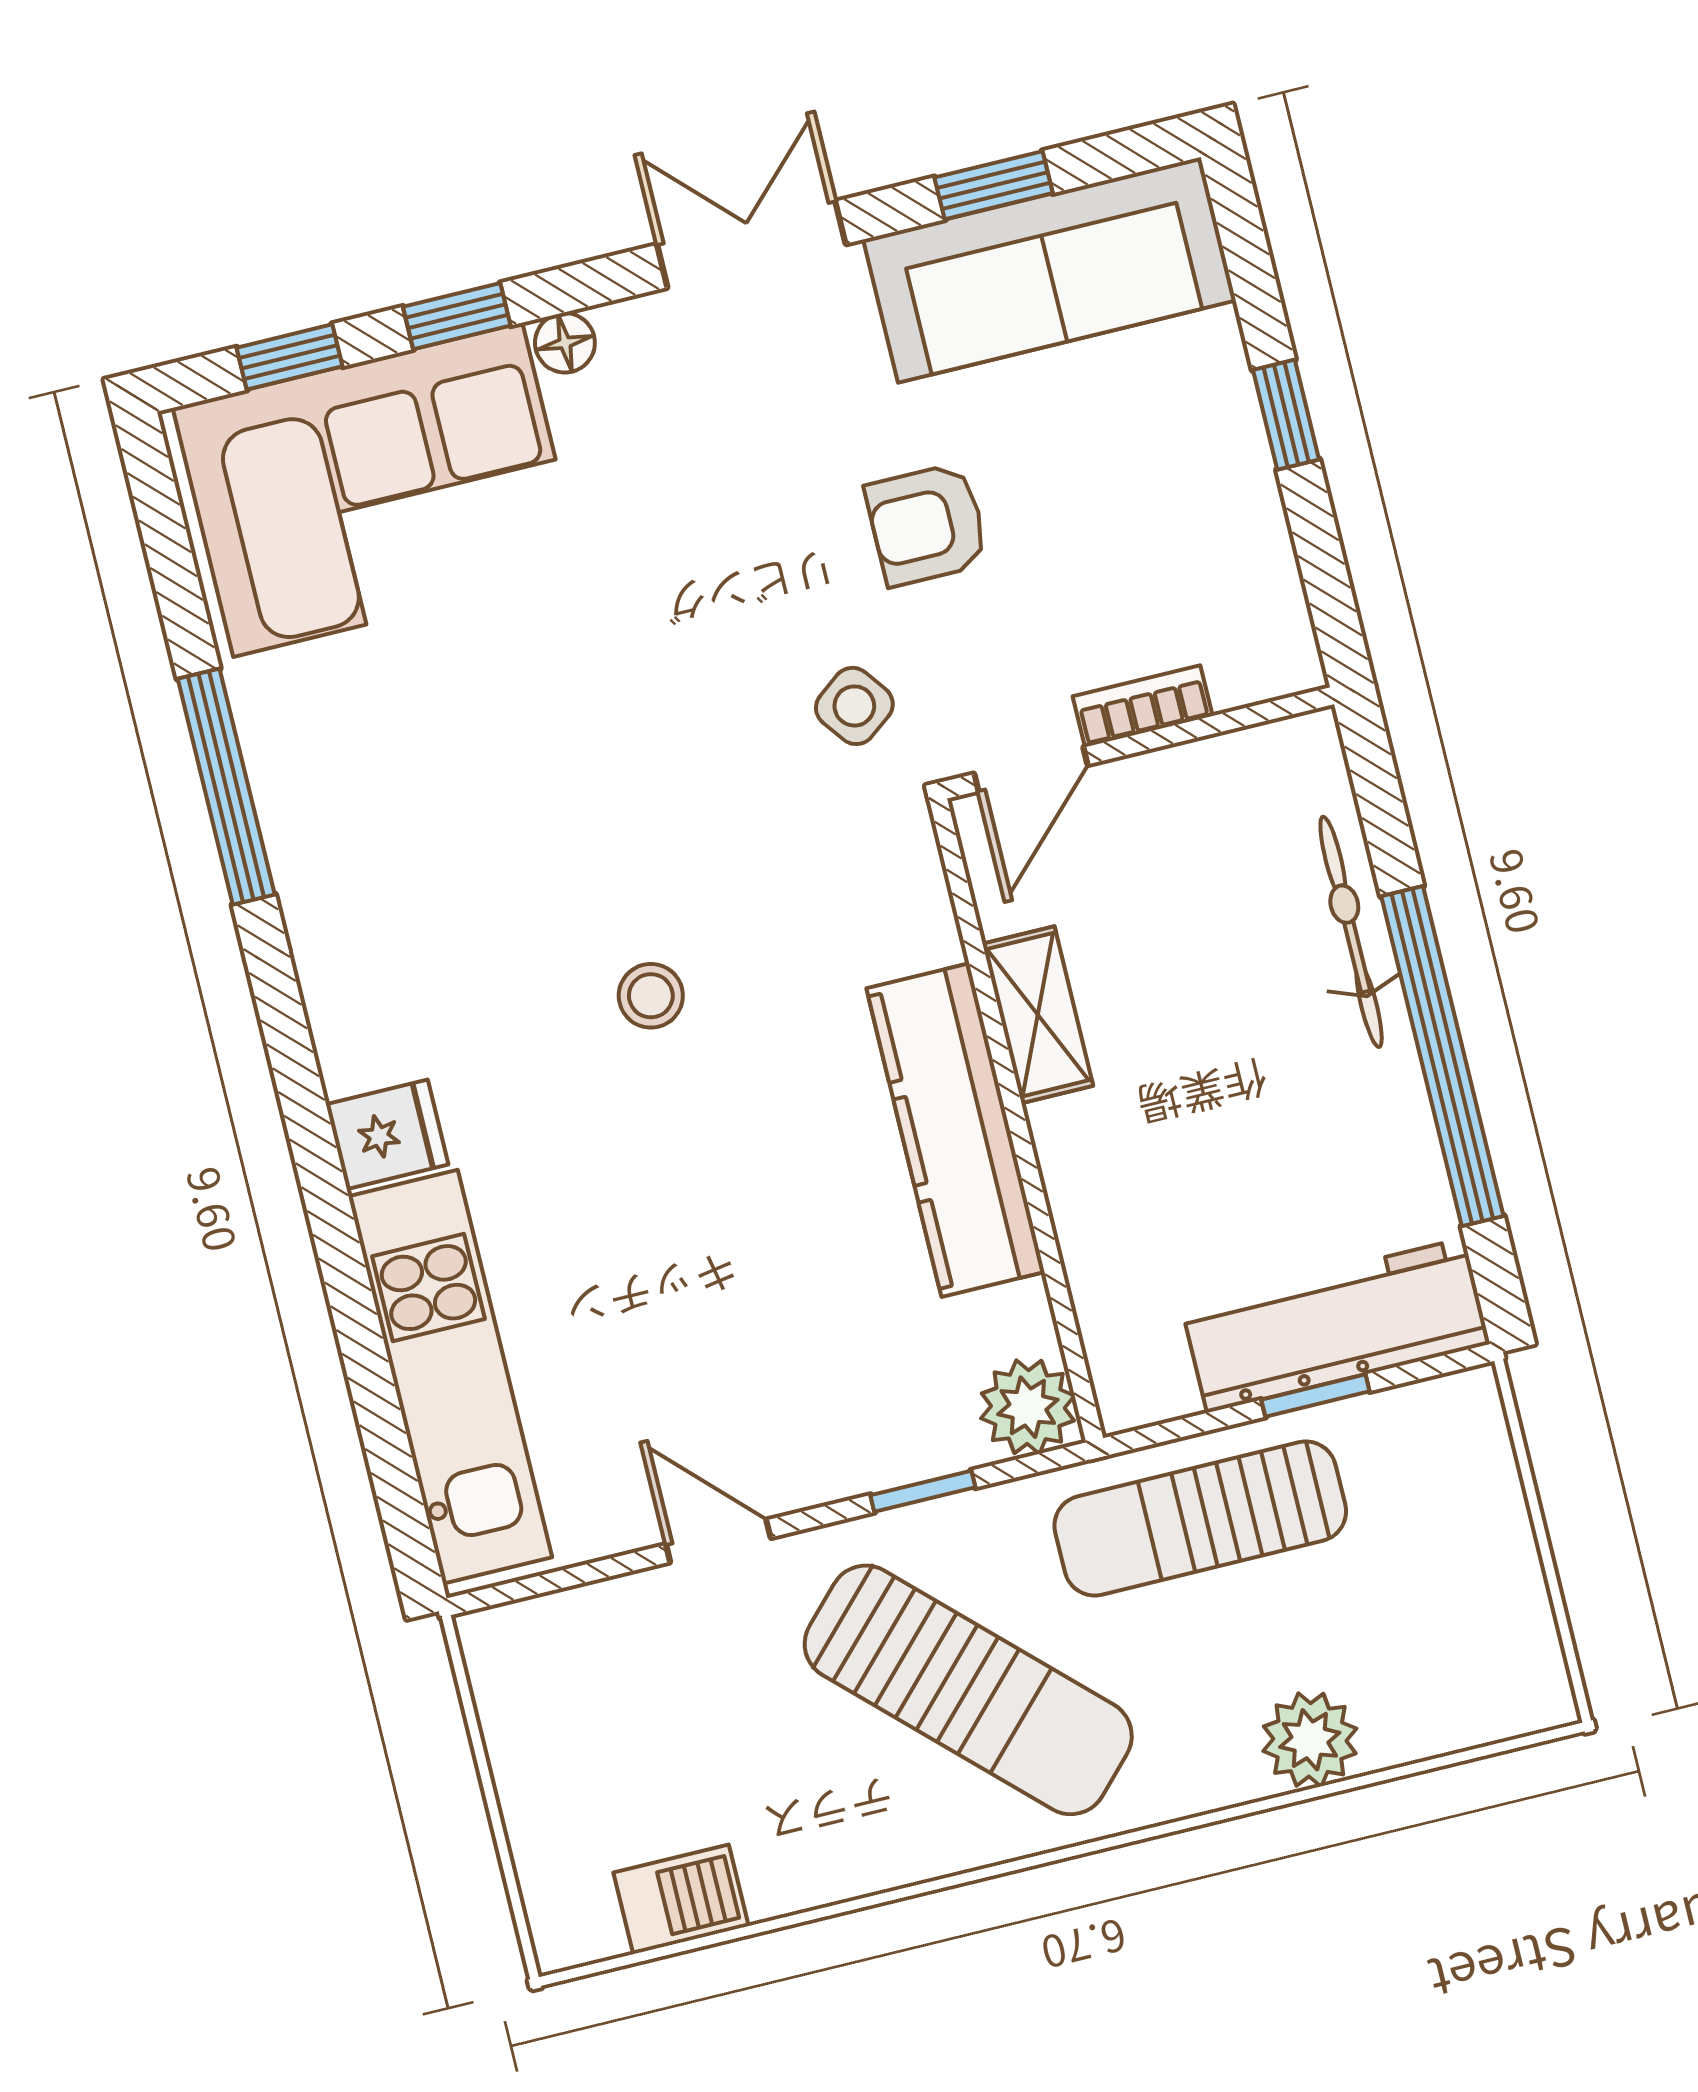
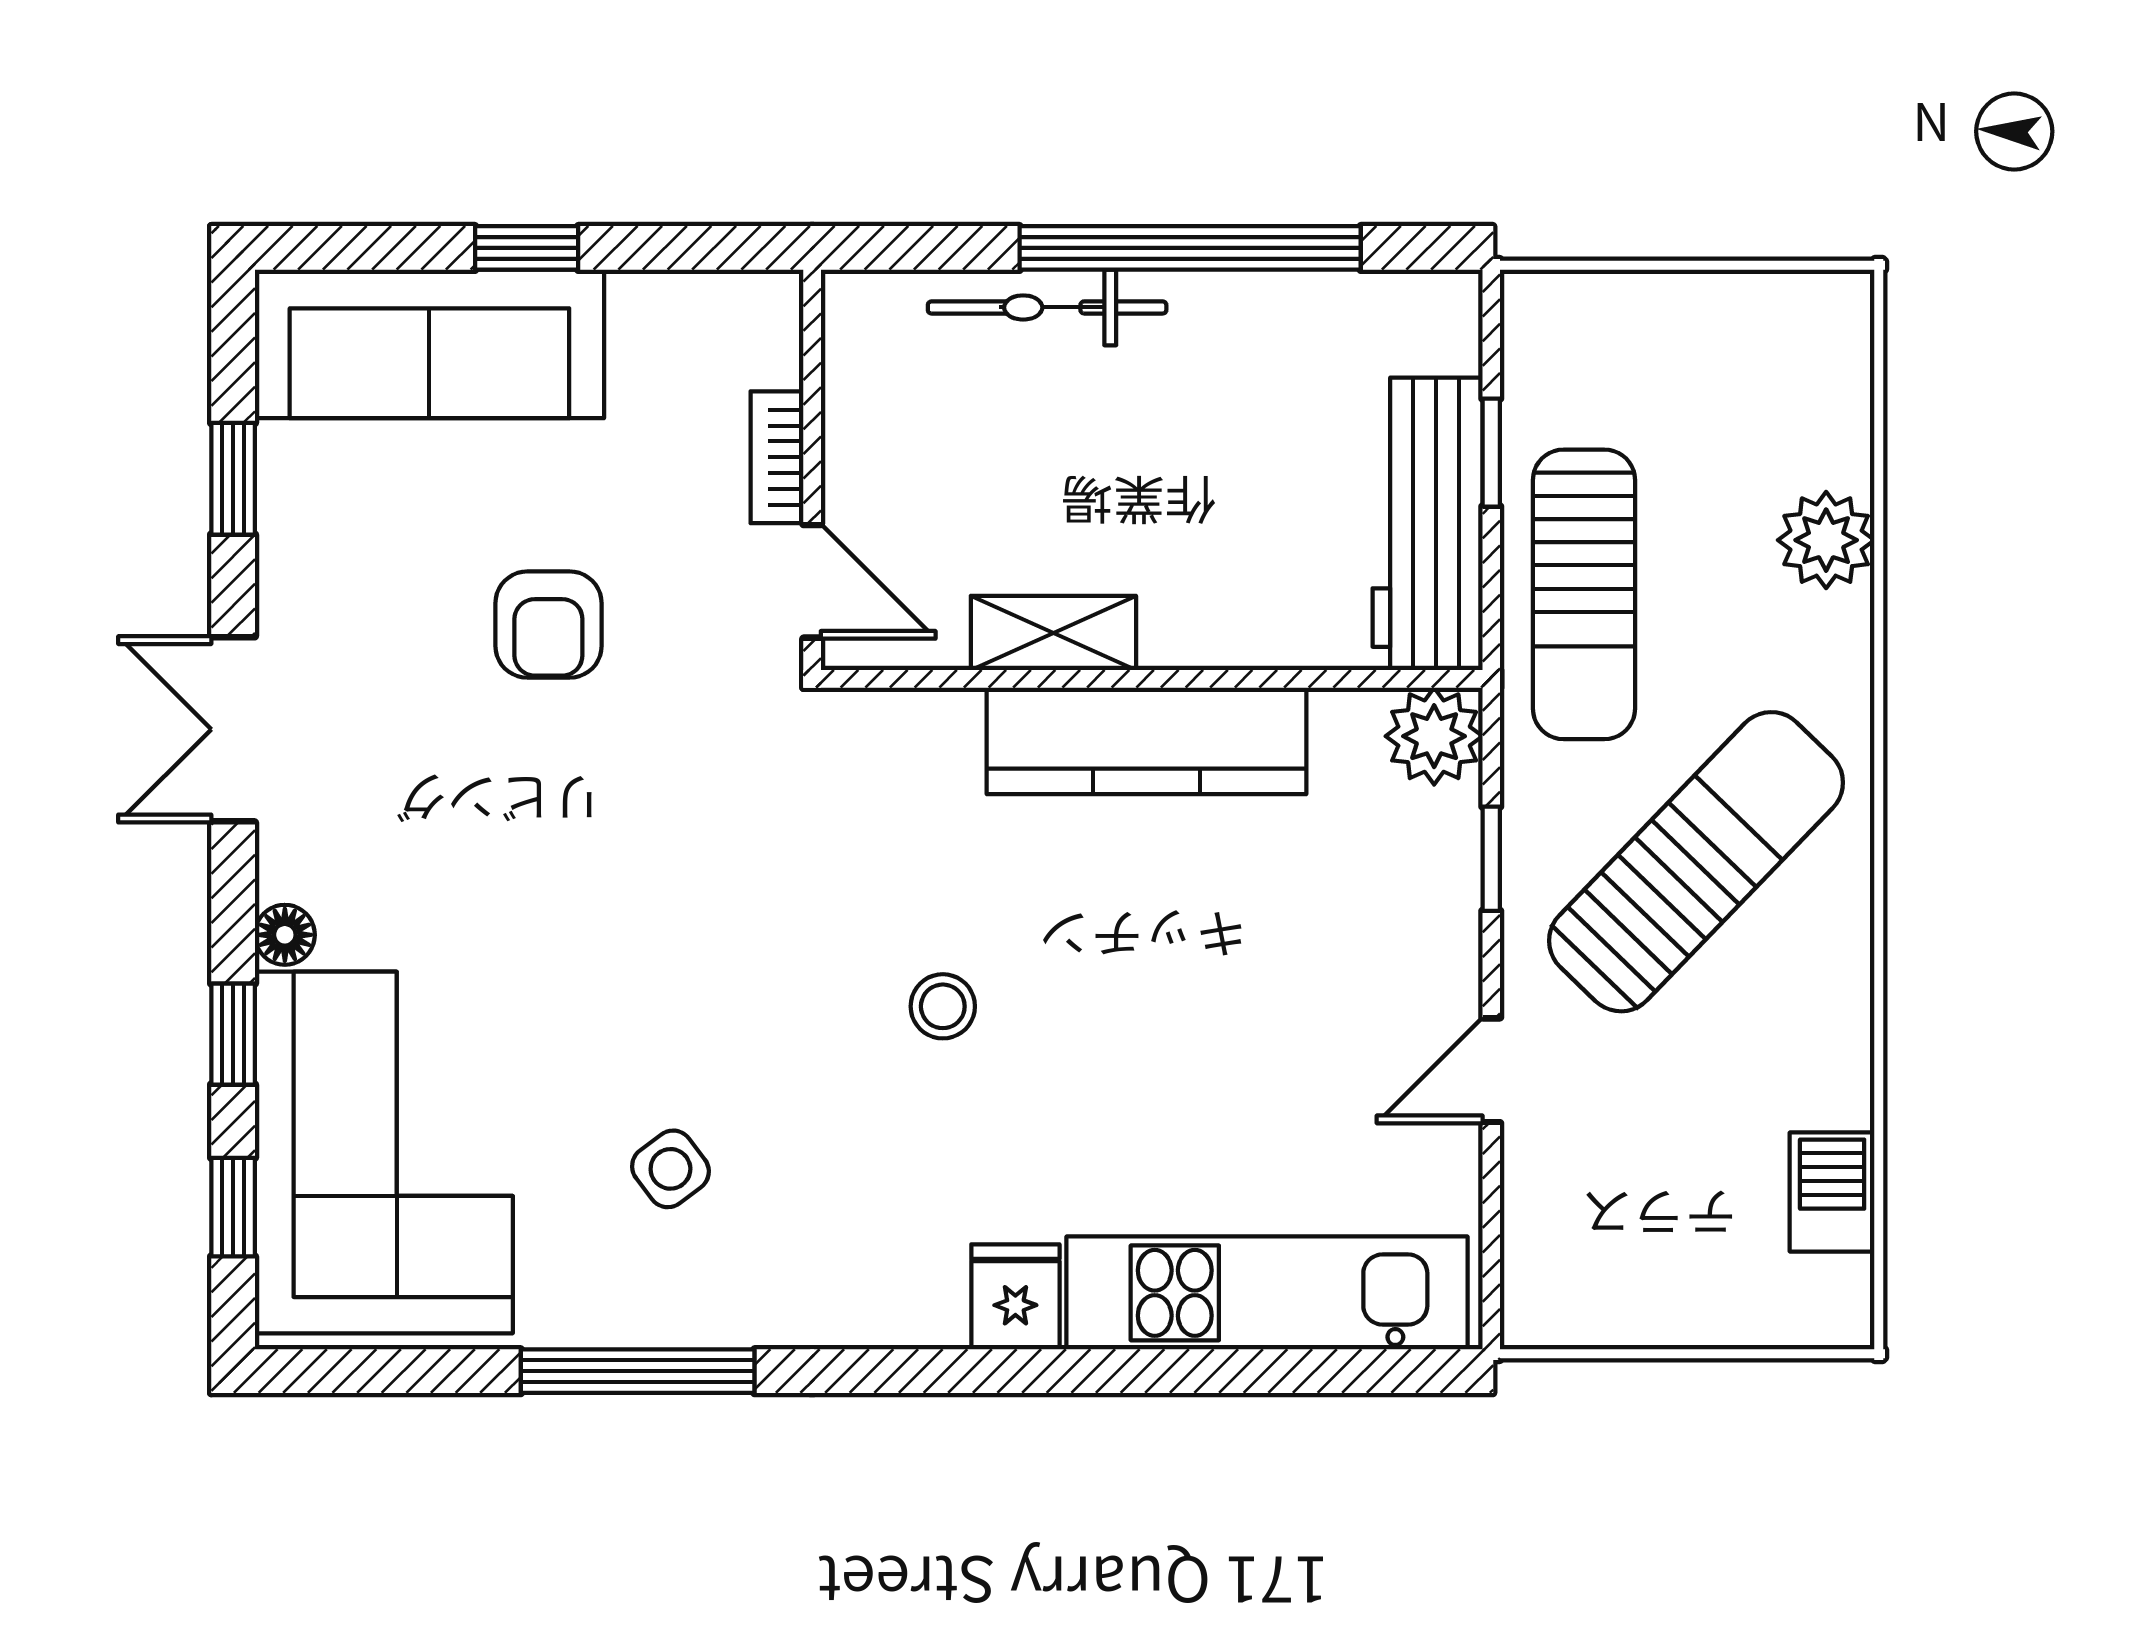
sofa: (1050, 270) -> (429, 344), moved, turned 90
side table: (854, 706) -> (670, 1169), moved
workbench: (1336, 1325) -> (1428, 524), moved

